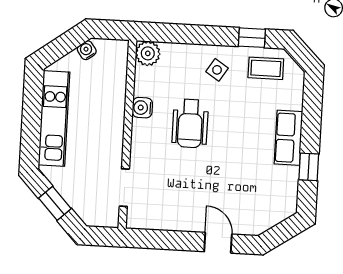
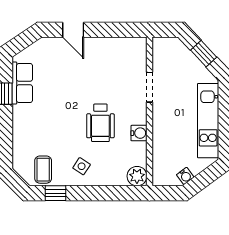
coffee table: (266, 68) -> (43, 170), turned 90
wheelchair: (190, 123) -> (100, 123), turned 180
row of seats: (288, 138) -> (22, 83), moved
doorway: (124, 188) -> (149, 87), moved

